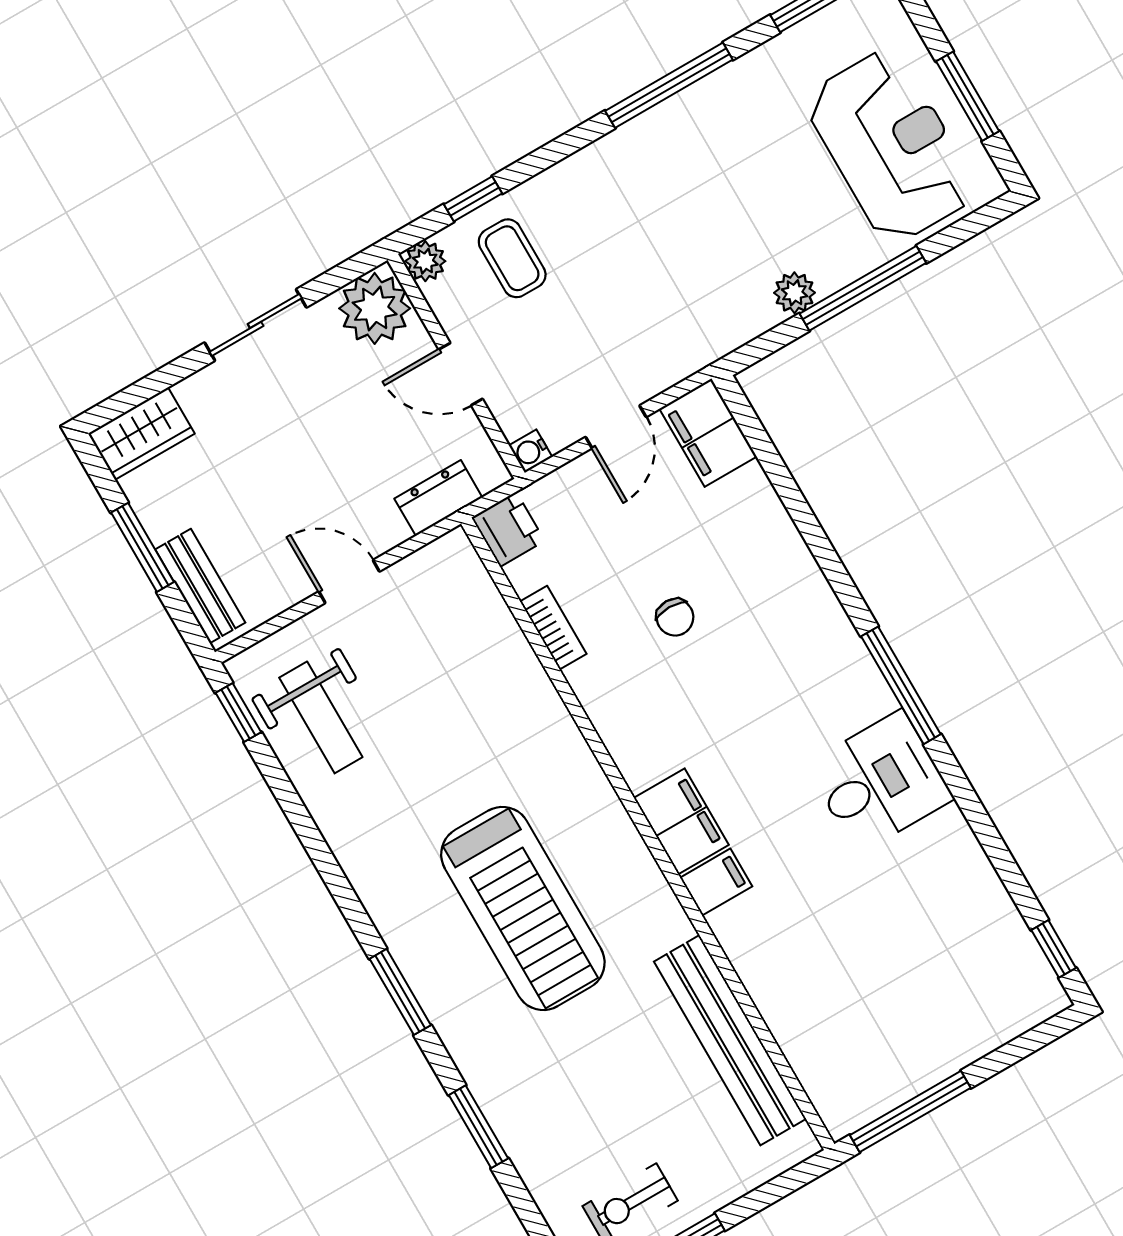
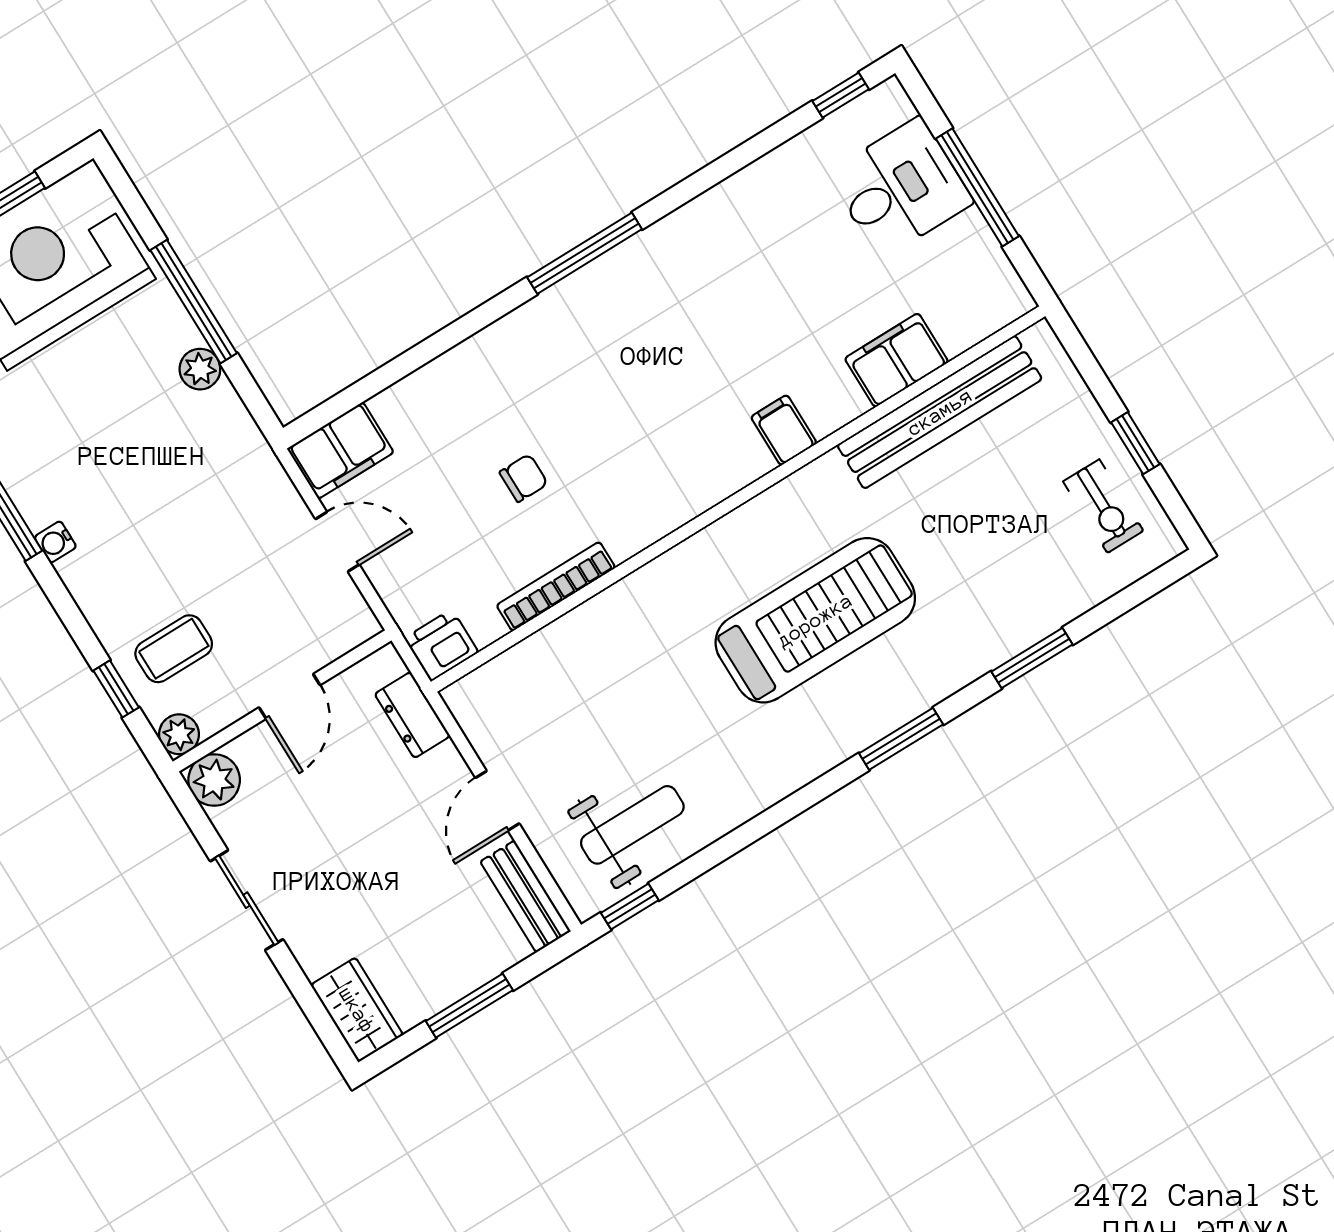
plant: (375, 308) -> (214, 780), width x0.73, depth x0.73
water cooler: (531, 451) -> (55, 542), moved, turned 90
bench: (200, 586) -> (526, 896), moved, turned 90
bookcase: (553, 628) -> (556, 586), width x1.56
desk: (880, 782) -> (900, 188), moved, turned 90
filing cabinet: (681, 821) -> (896, 360), moved
window: (910, 1111) -> (977, 187), moved

